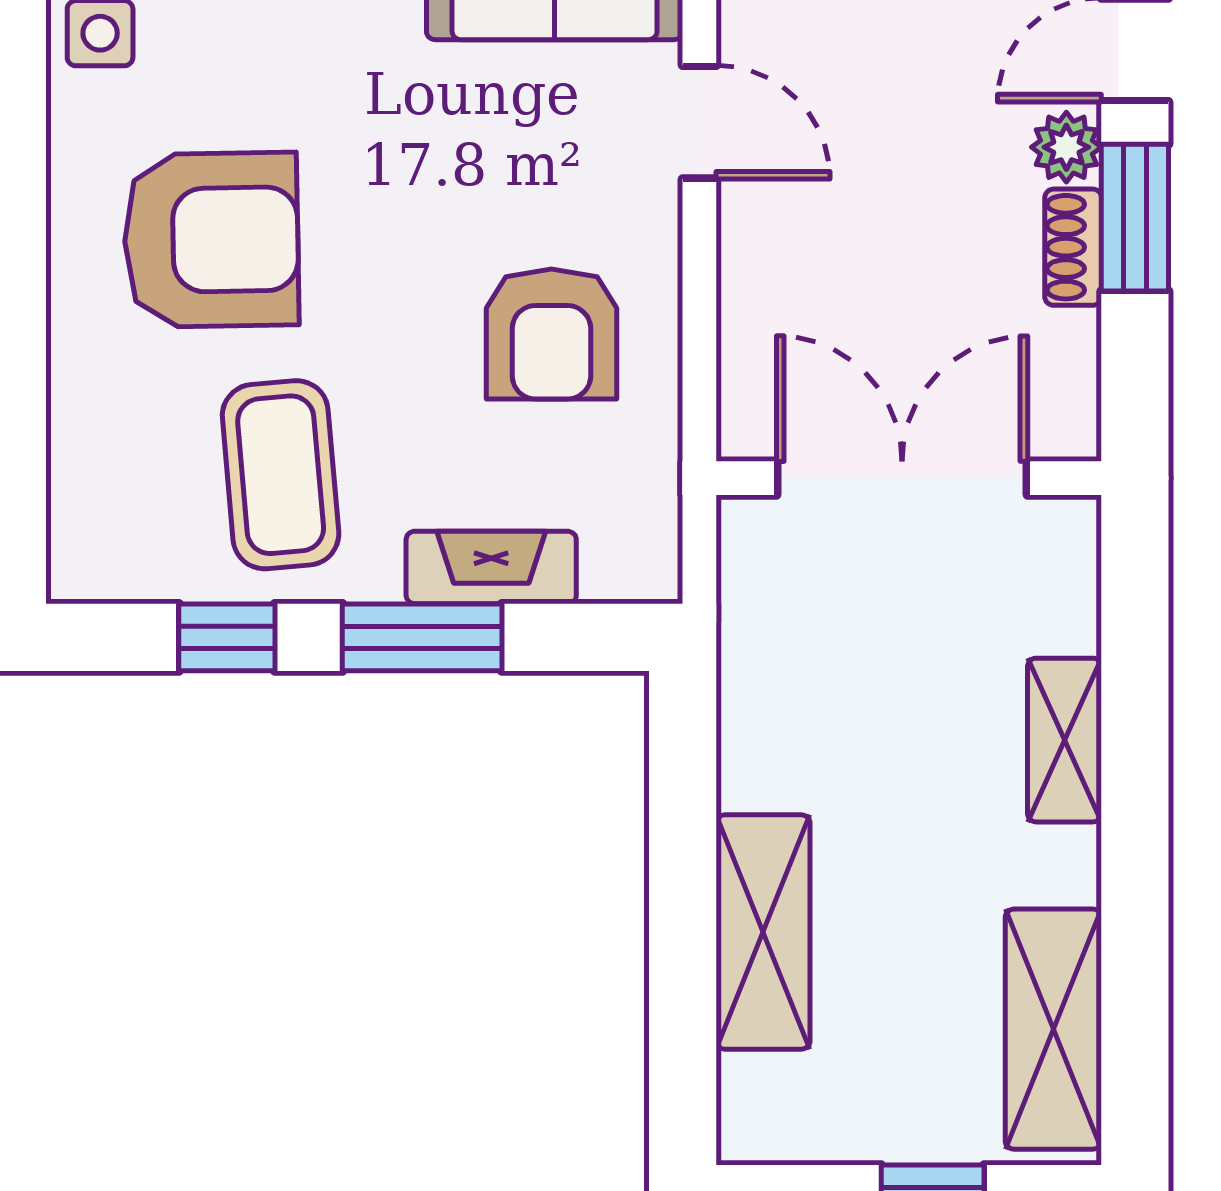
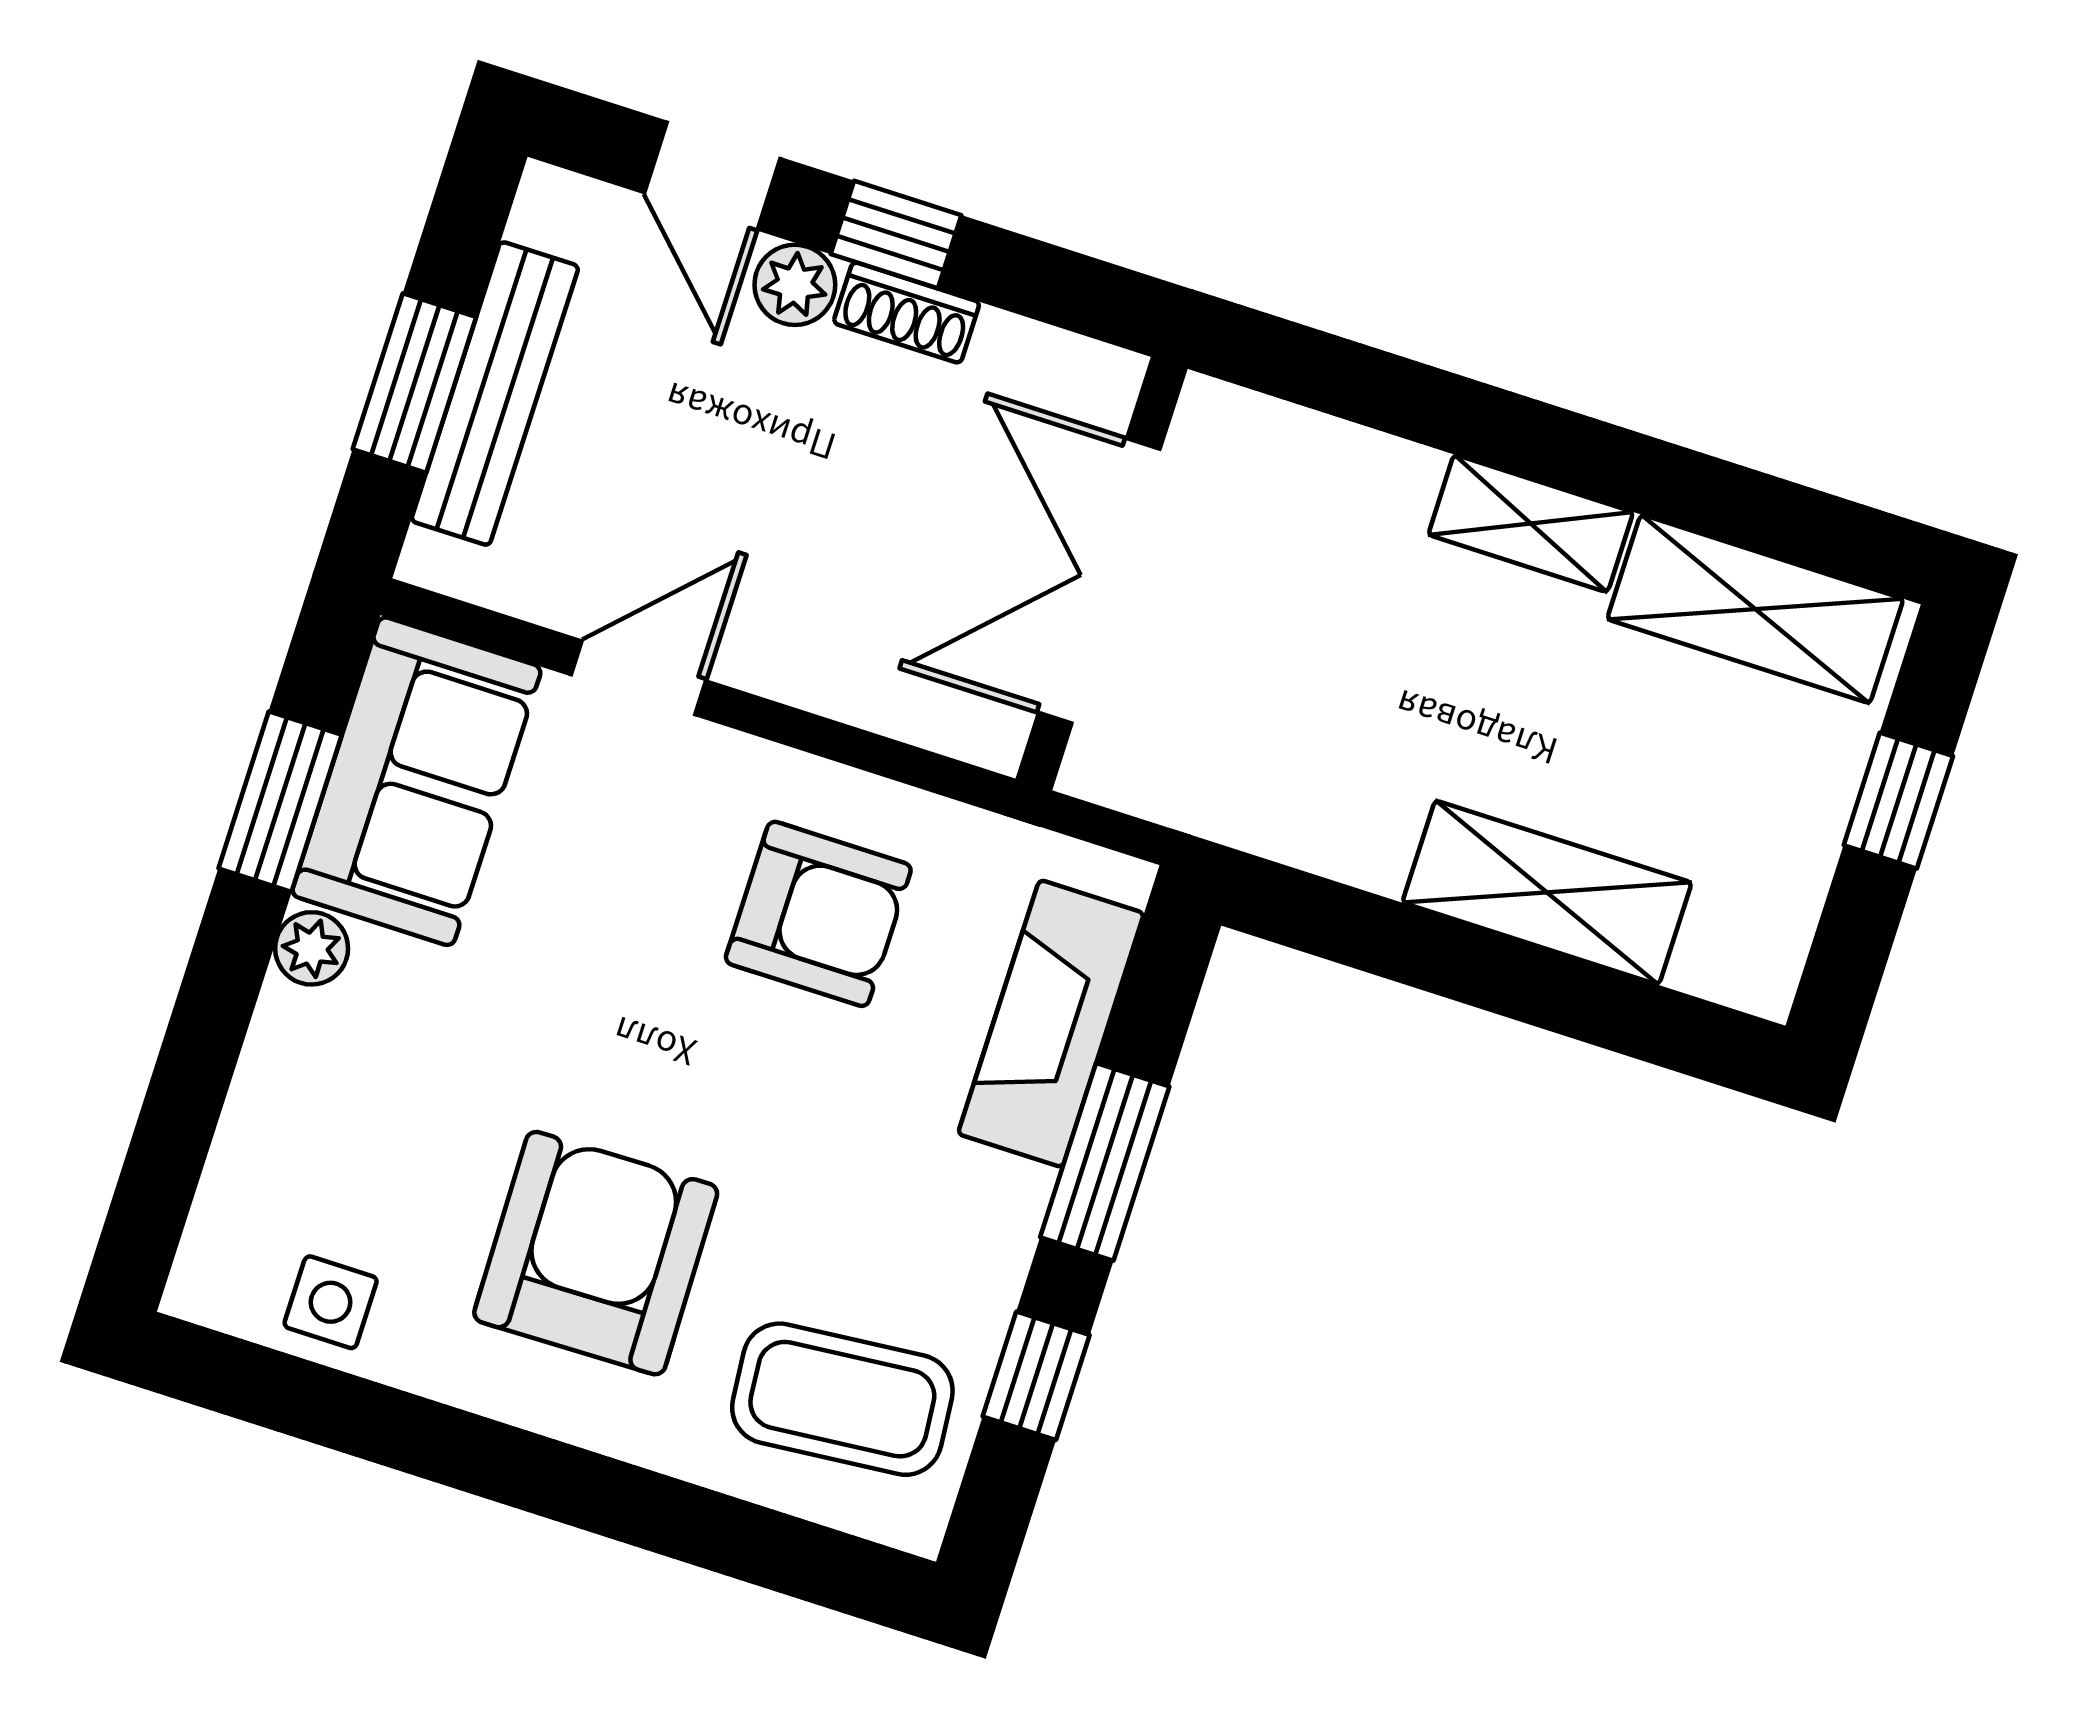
window: (1135, 218) -> (896, 235), width x0.67
coffee table: (281, 475) -> (842, 1399), moved
fireplace: (491, 567) -> (1051, 1024), width x1.37, depth x1.32
shelving: (1065, 740) -> (1531, 523), moved

